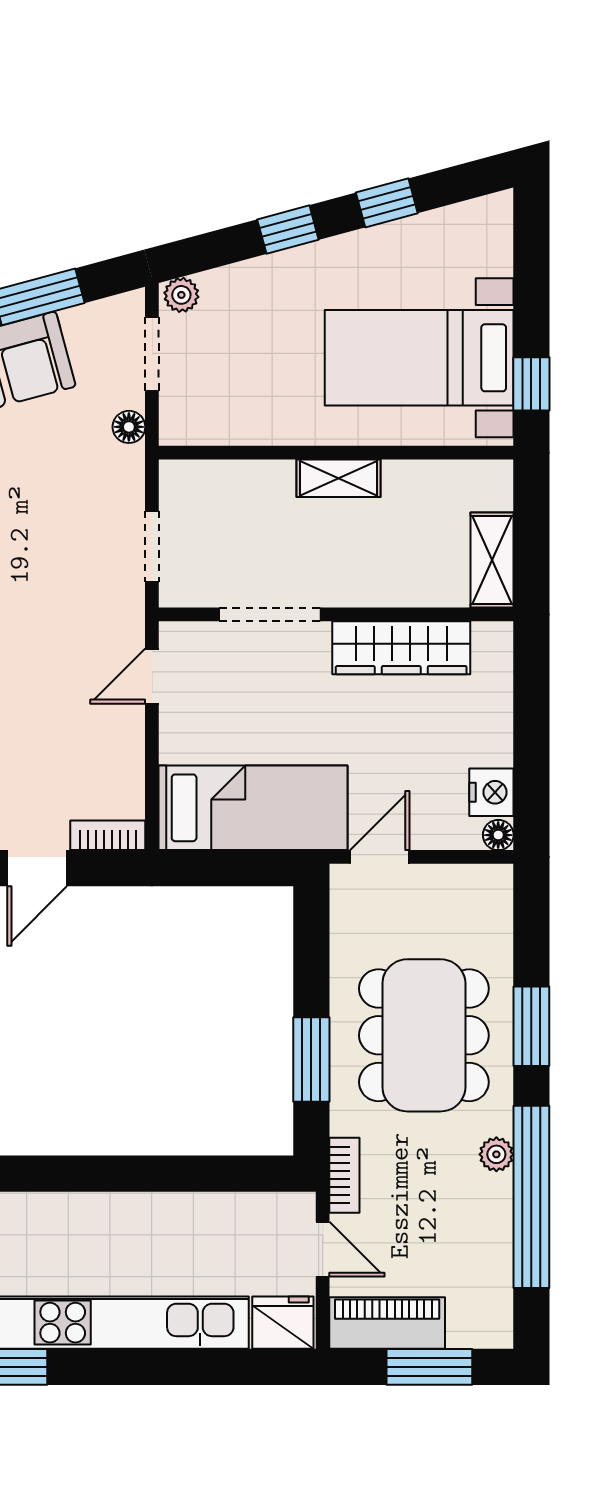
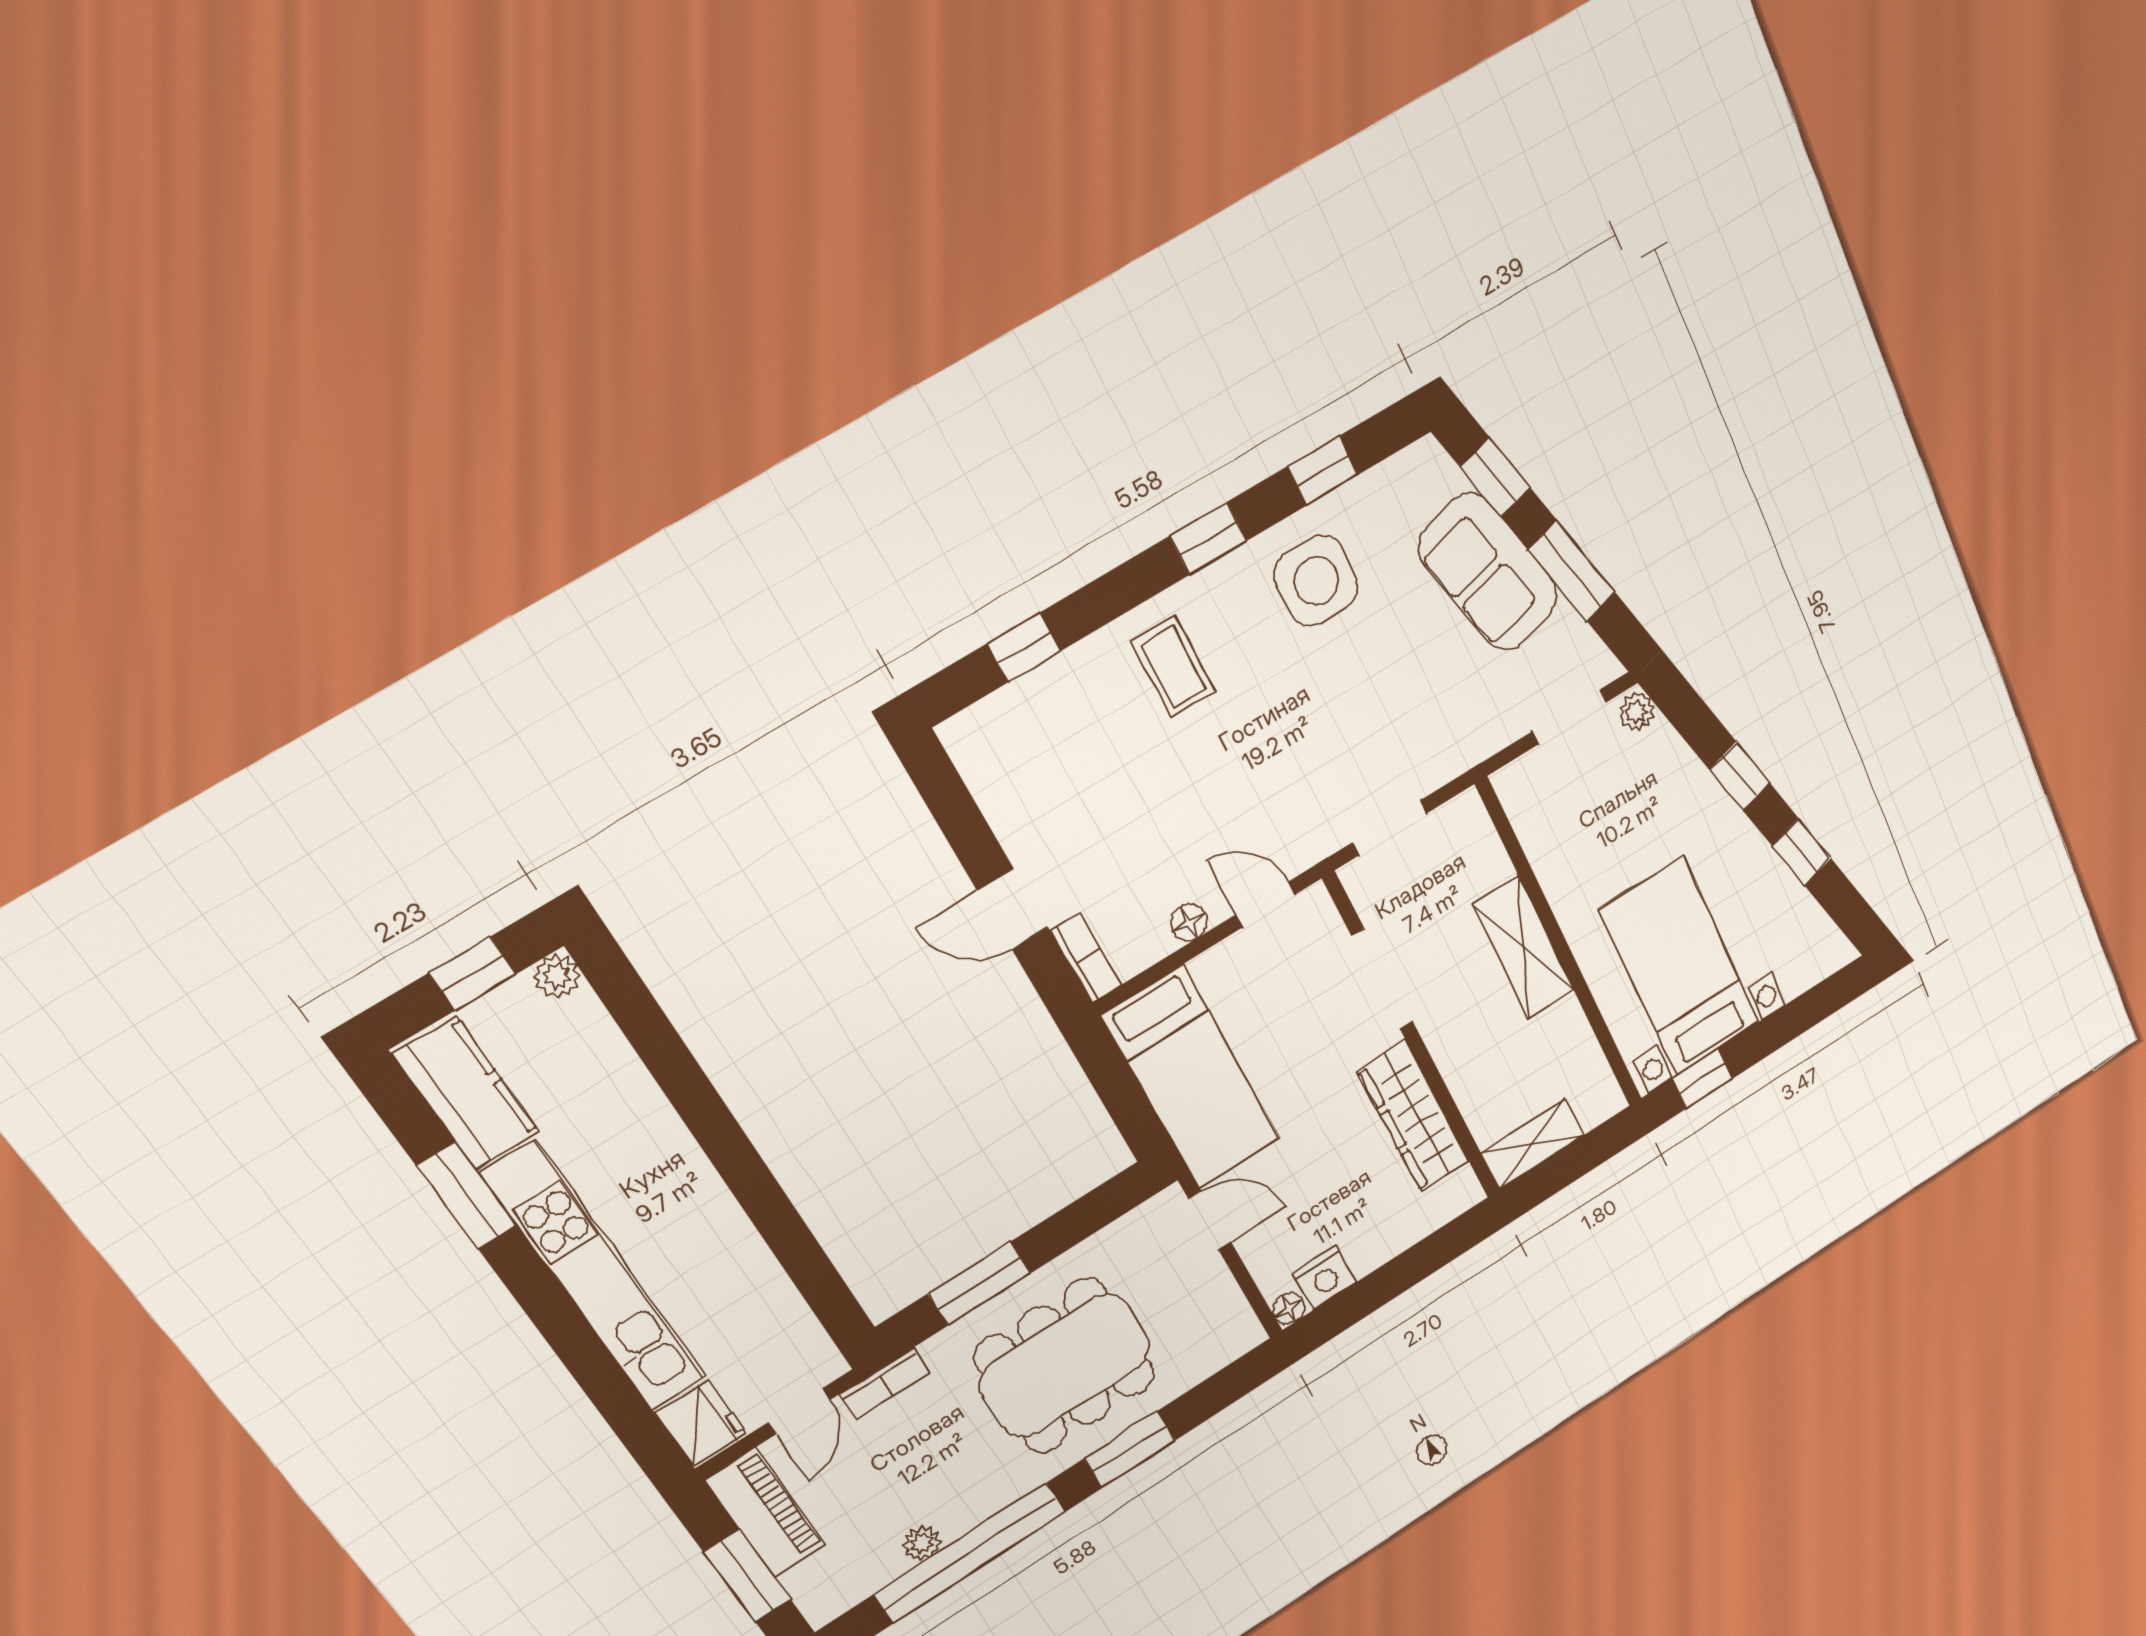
floor lamp: (129, 427) -> (1189, 922), moved
shelving: (339, 478) -> (1524, 948), width x1.50, depth x1.33
plant: (496, 1154) -> (922, 1543), moved

